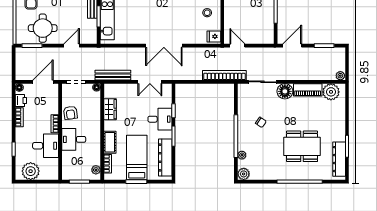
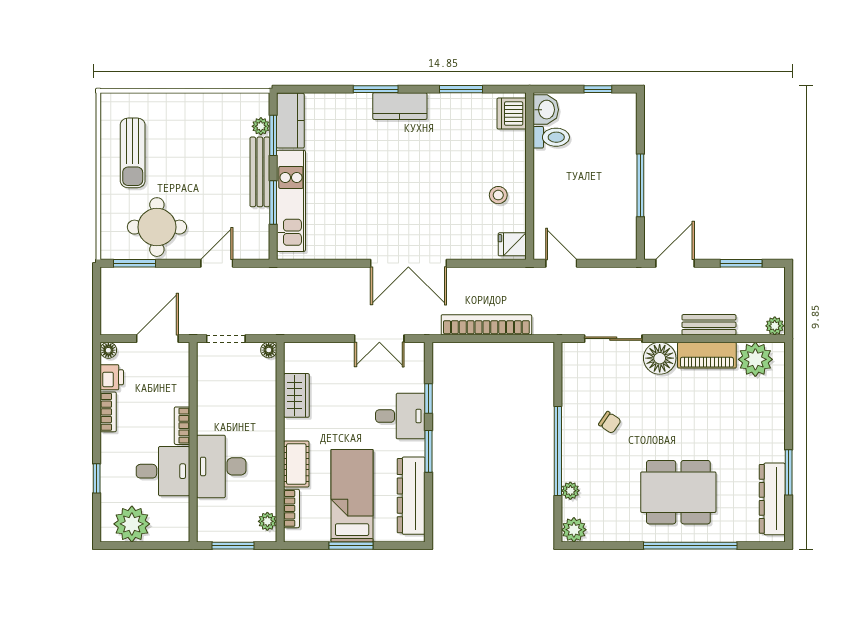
bench: (113, 75) -> (709, 325), moved, width x0.73
bookcase: (224, 75) -> (486, 325), moved
armchair: (70, 113) -> (215, 403), removed
desk: (74, 139) -> (221, 466), width x1.37
dining table: (302, 146) -> (678, 492), moved

